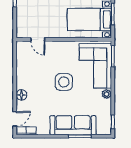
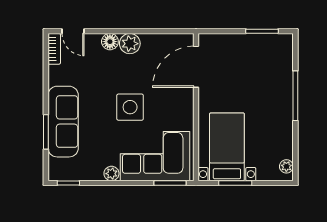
door: (38, 39) -> (196, 67), width x1.88
plant: (23, 82) -> (130, 44), added

